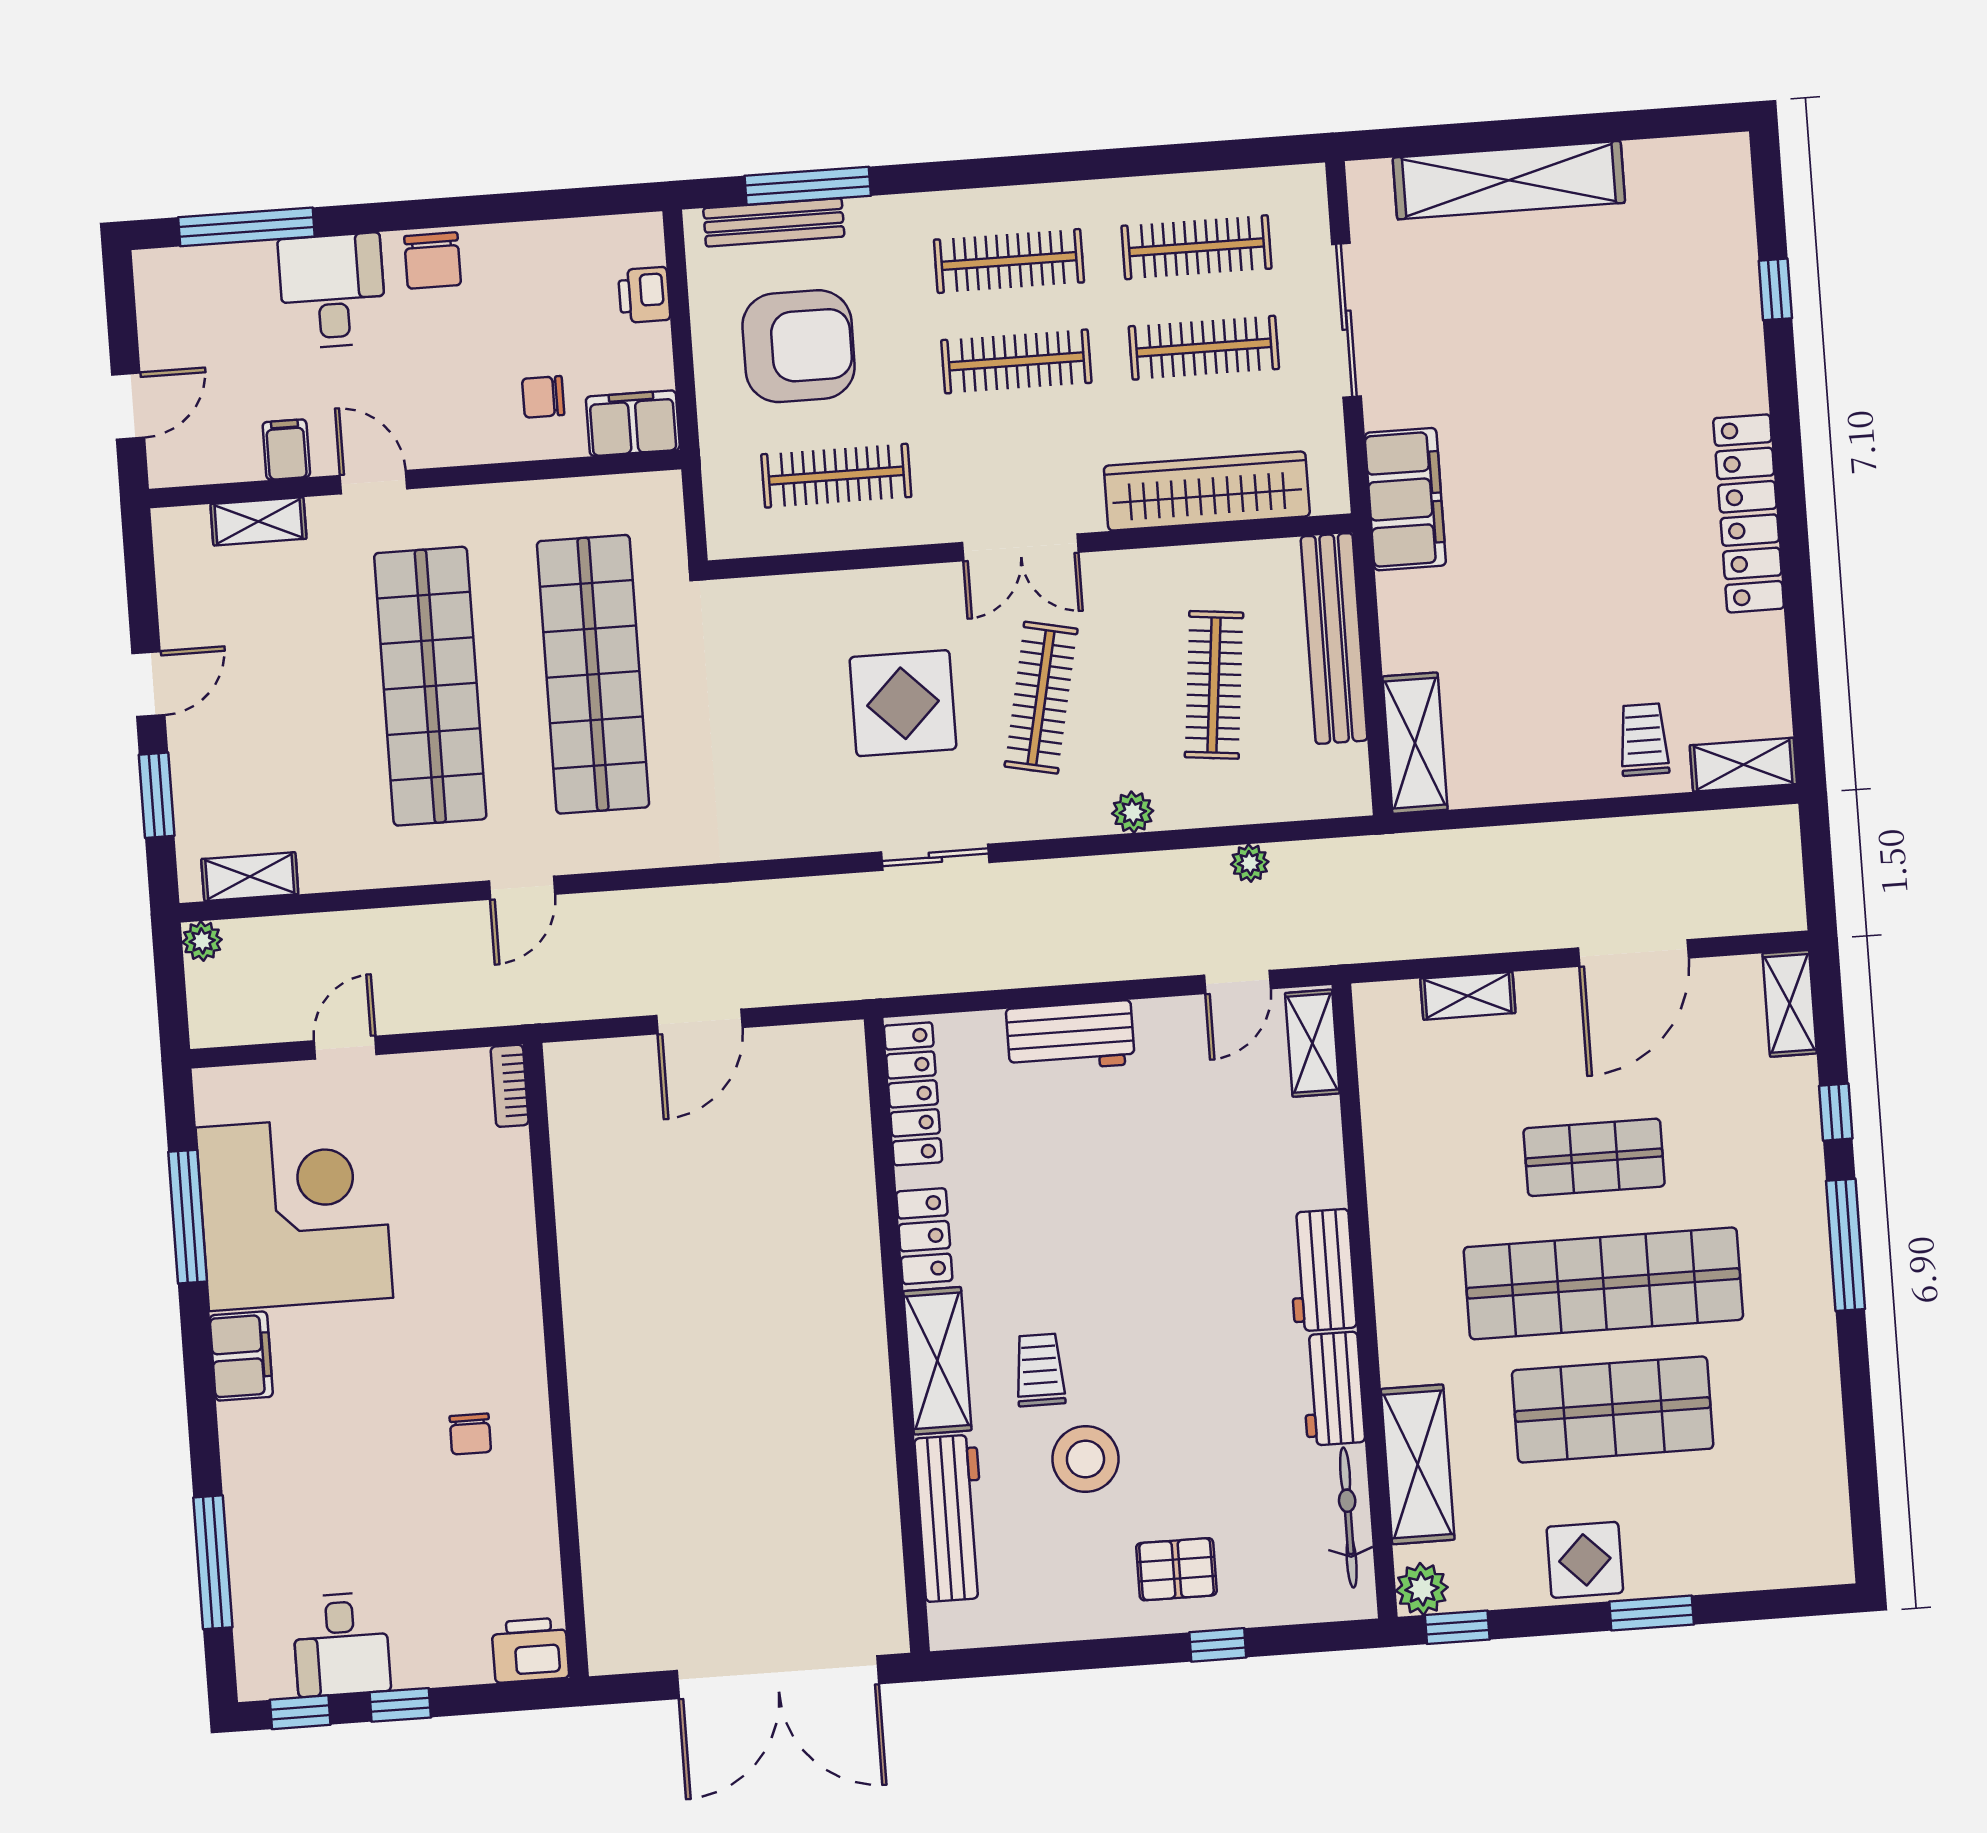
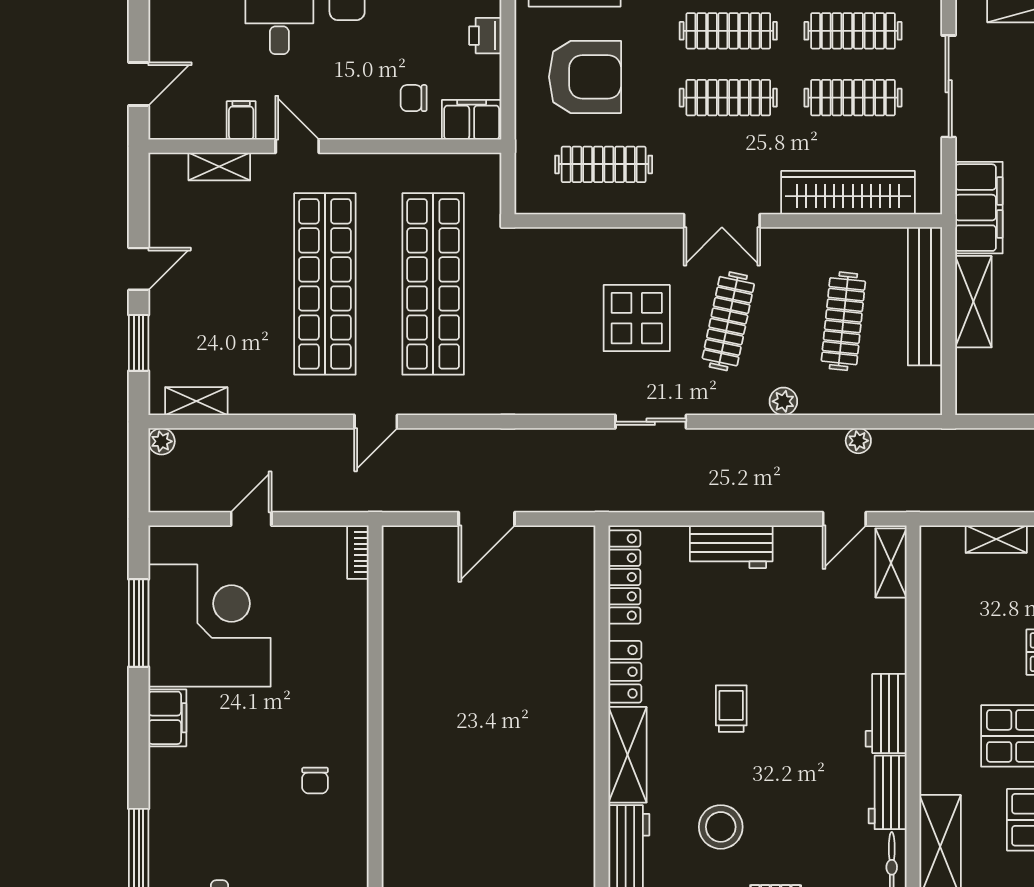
shelving: (1415, 743) -> (973, 302), moved
trolley: (1040, 1370) -> (731, 709), moved

